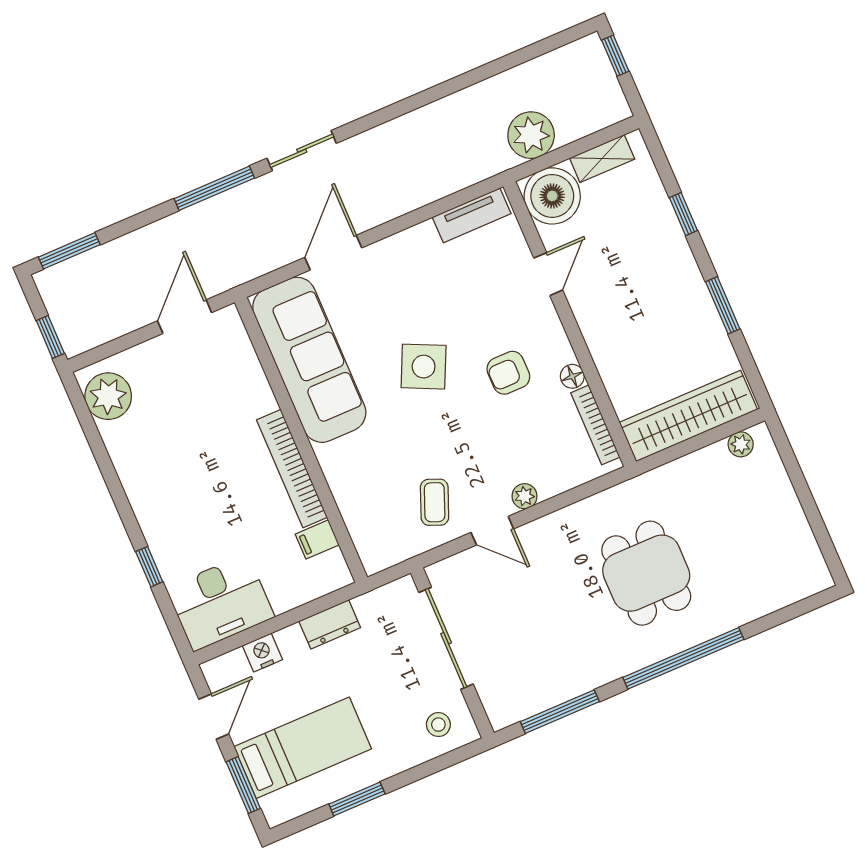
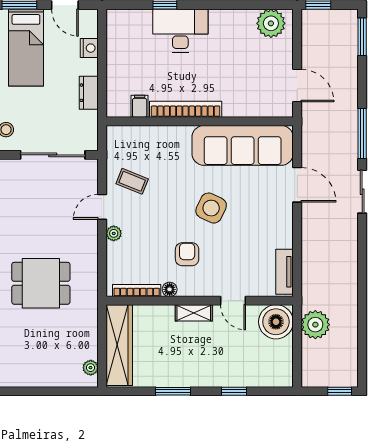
shelving: (602, 159) -> (194, 313), moved, turned 90
desk: (220, 603) -> (180, 31), moved, turned 90

